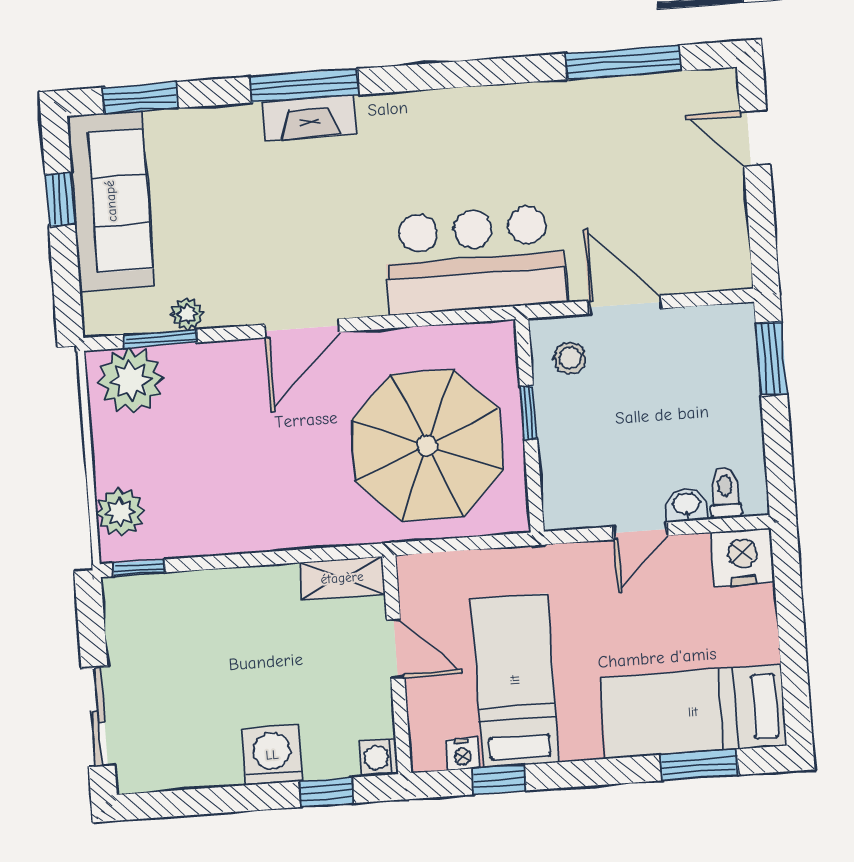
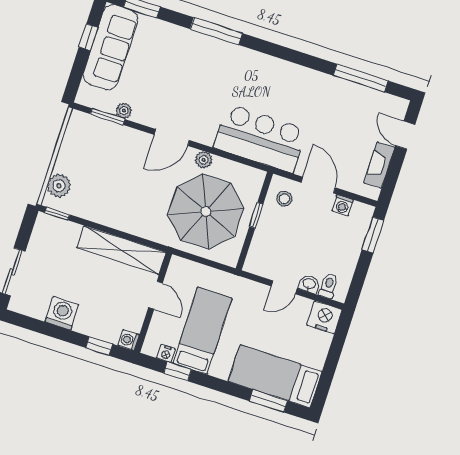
fireplace: (309, 118) -> (379, 165), moved, turned 90
washing machine: (689, 325) -> (343, 205), added
plant: (131, 381) -> (204, 160), moved, width x0.53, depth x0.53
shelving: (342, 578) -> (121, 250), width x2.20, depth x1.33
washing machine: (272, 755) -> (62, 313), moved

